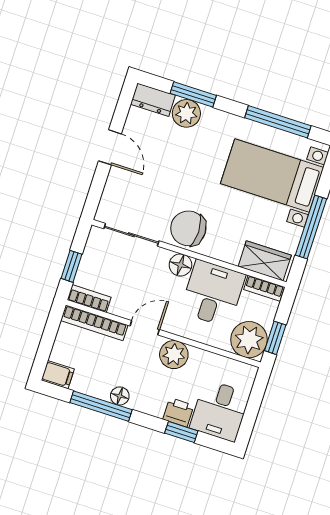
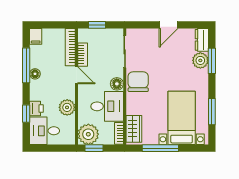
window: (278, 122) -> (212, 112), width x0.69
bookcase: (89, 299) -> (83, 55), moved
plant: (174, 355) -> (67, 107), moved

